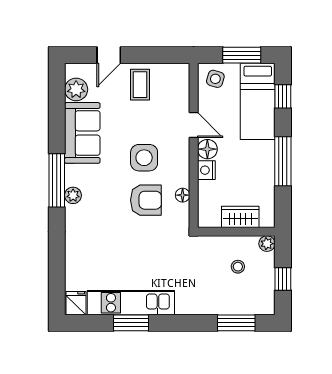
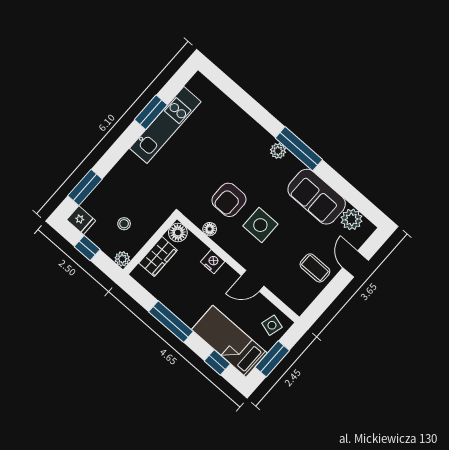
floor lamp: (207, 149) -> (178, 233), moved
fridge: (76, 303) -> (81, 220), moved

